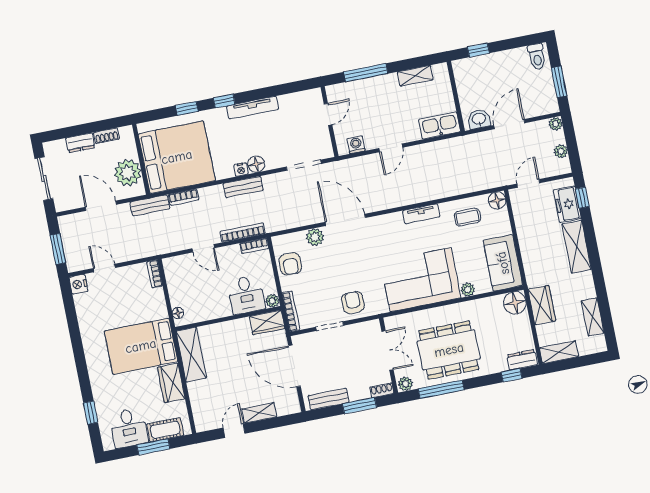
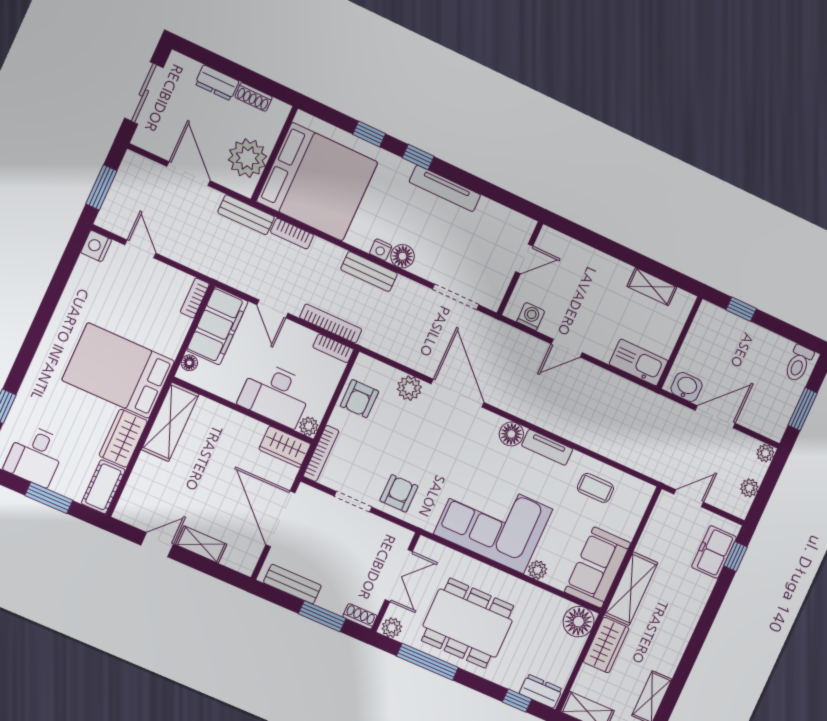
window: (366, 73) -> (600, 243), removed
floor lamp: (497, 201) -> (511, 434), moved
shelving: (577, 247) -> (631, 589), moved
filing cabinet: (179, 280) -> (217, 326), added
desk: (246, 295) -> (276, 394), width x1.37
cot: (165, 430) -> (103, 487), moved, turned 90

